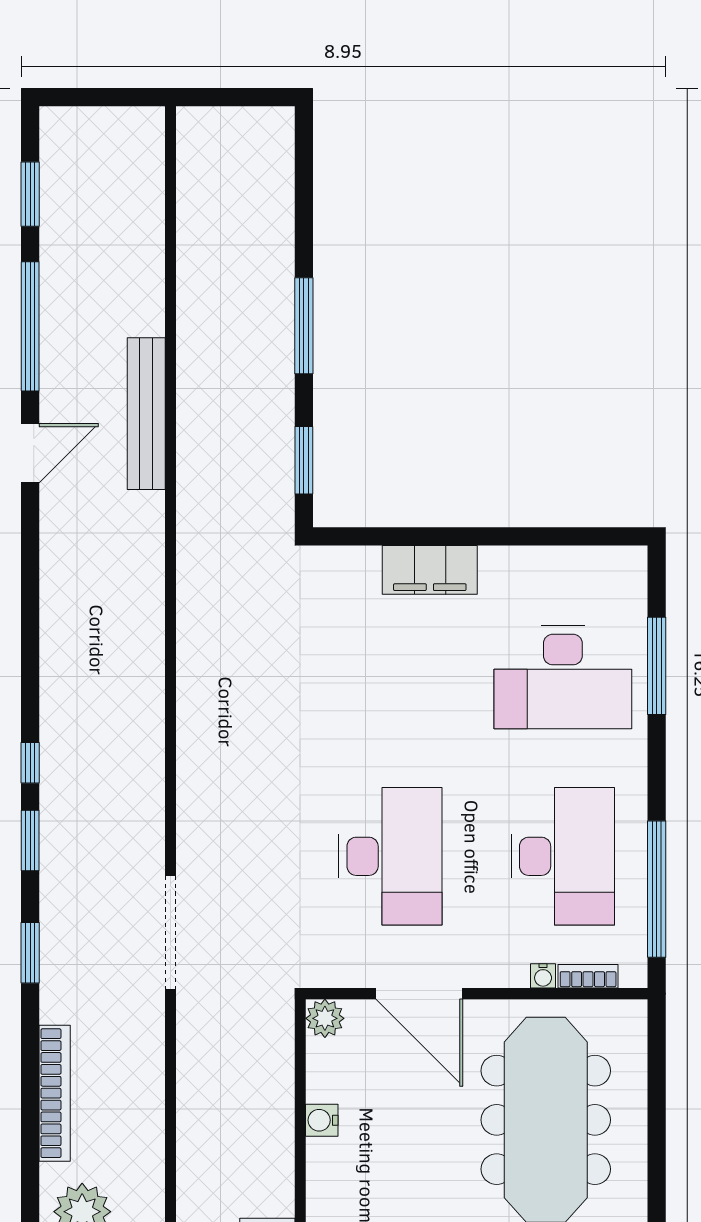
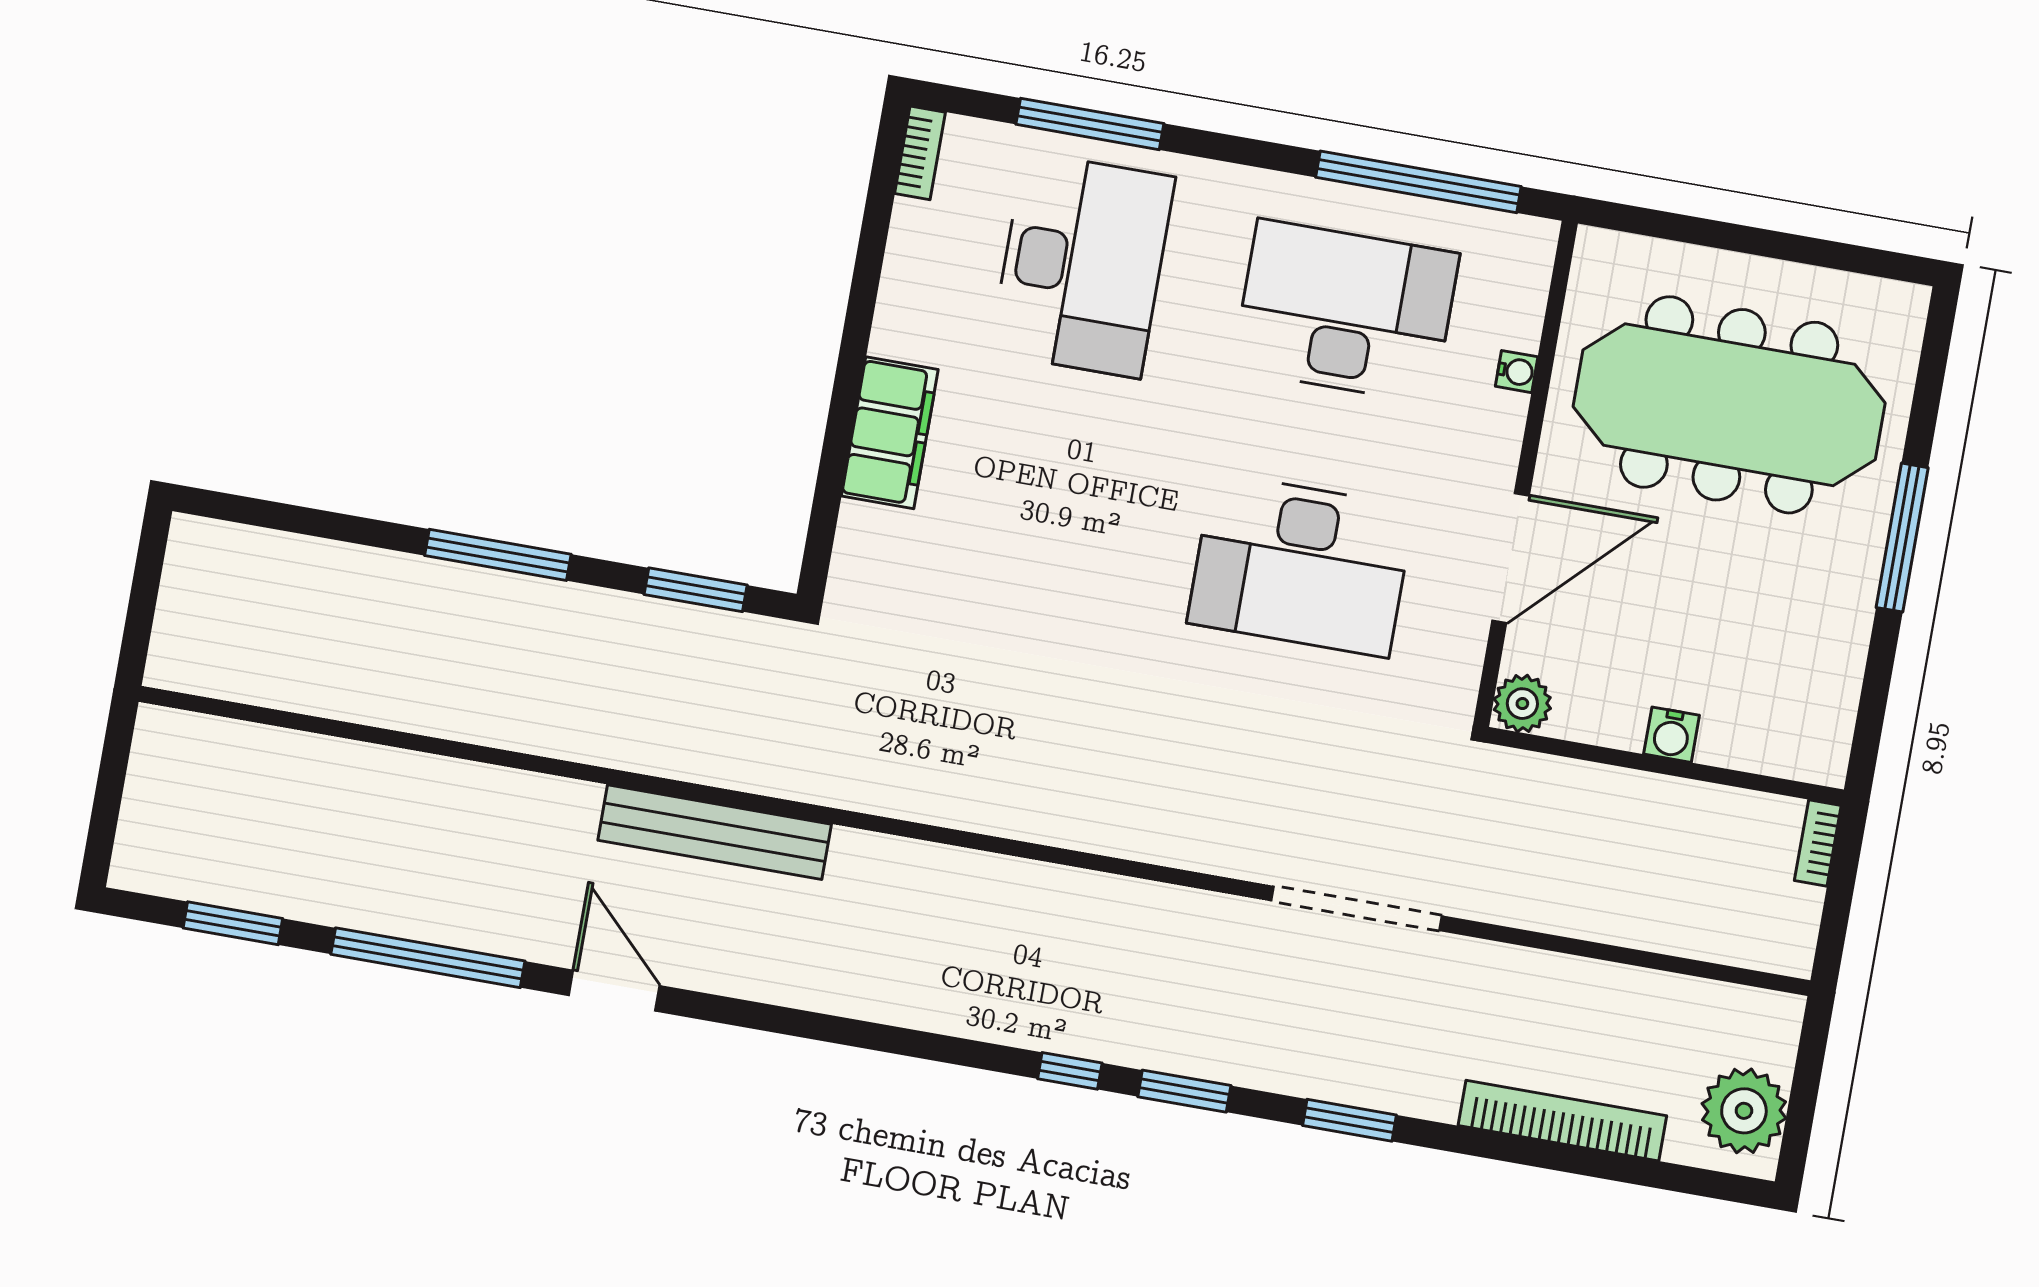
bench: (146, 414) -> (715, 832), moved
desk: (390, 856) -> (1301, 565), turned 180
bookcase: (588, 976) -> (920, 153), moved, turned 180

